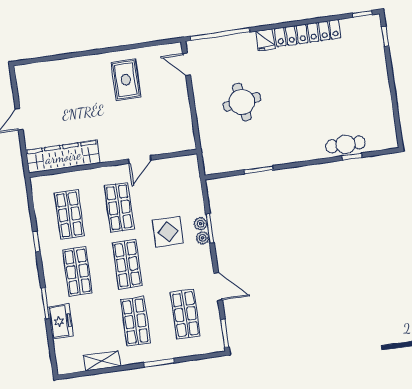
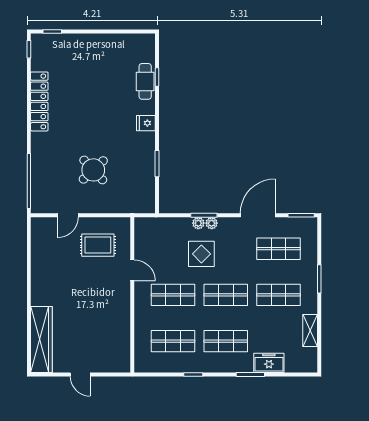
fridge: (265, 40) -> (146, 123), moved, turned 180
door: (187, 64) -> (68, 215), moved
rug: (126, 80) -> (98, 245), moved
round table: (242, 102) -> (93, 170), turned -34
wardrobe: (63, 157) -> (41, 340), moved, turned 180
door: (218, 286) -> (258, 215), width x1.36

